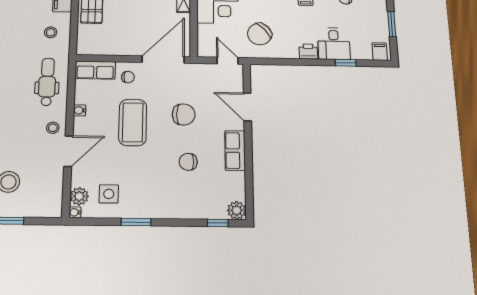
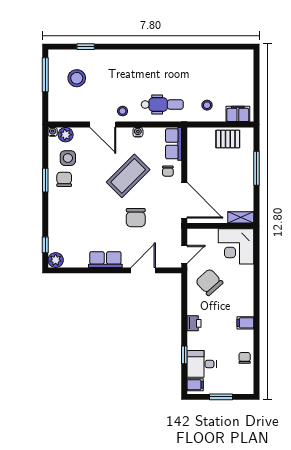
desk: (334, 44) -> (202, 364), moved
coffee table: (133, 122) -> (128, 176), turned -45
chair: (188, 162) -> (64, 179), moved

